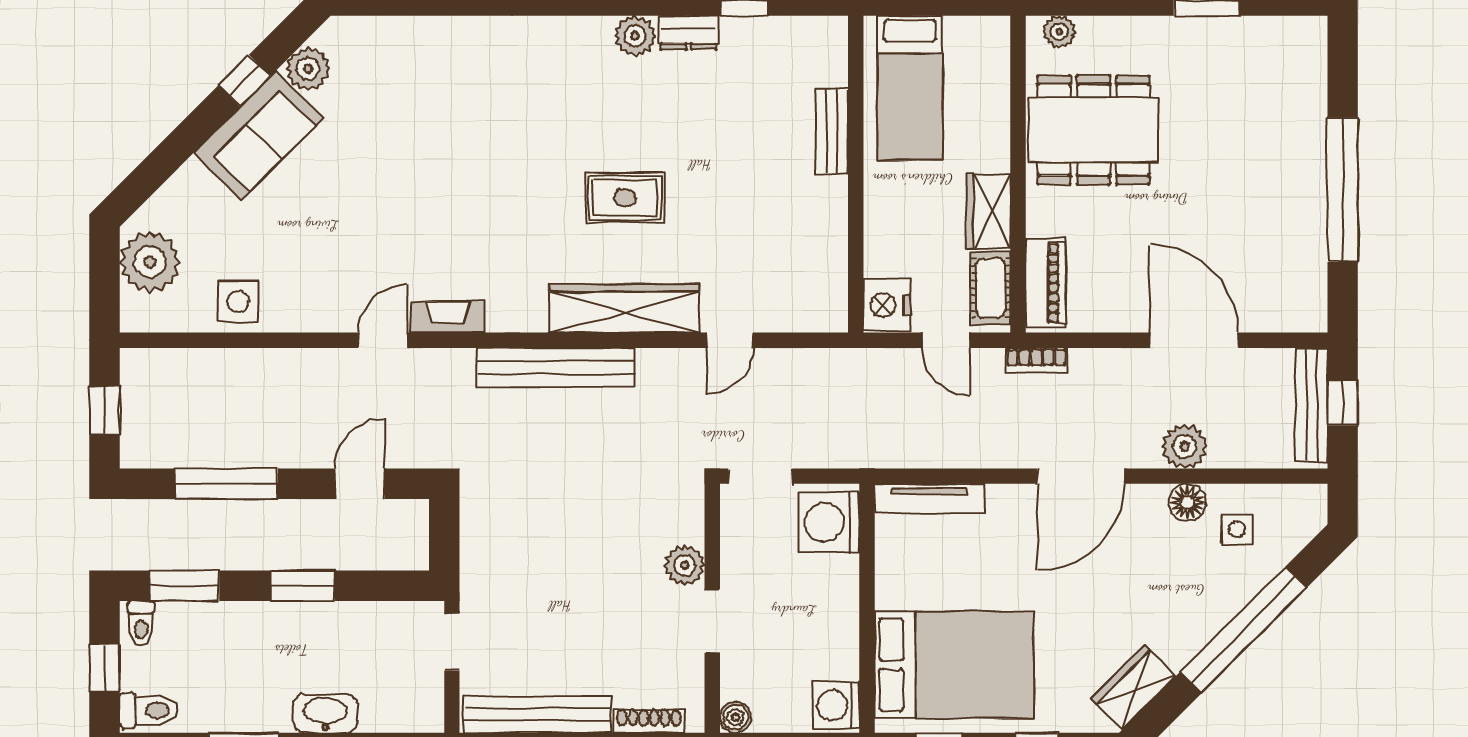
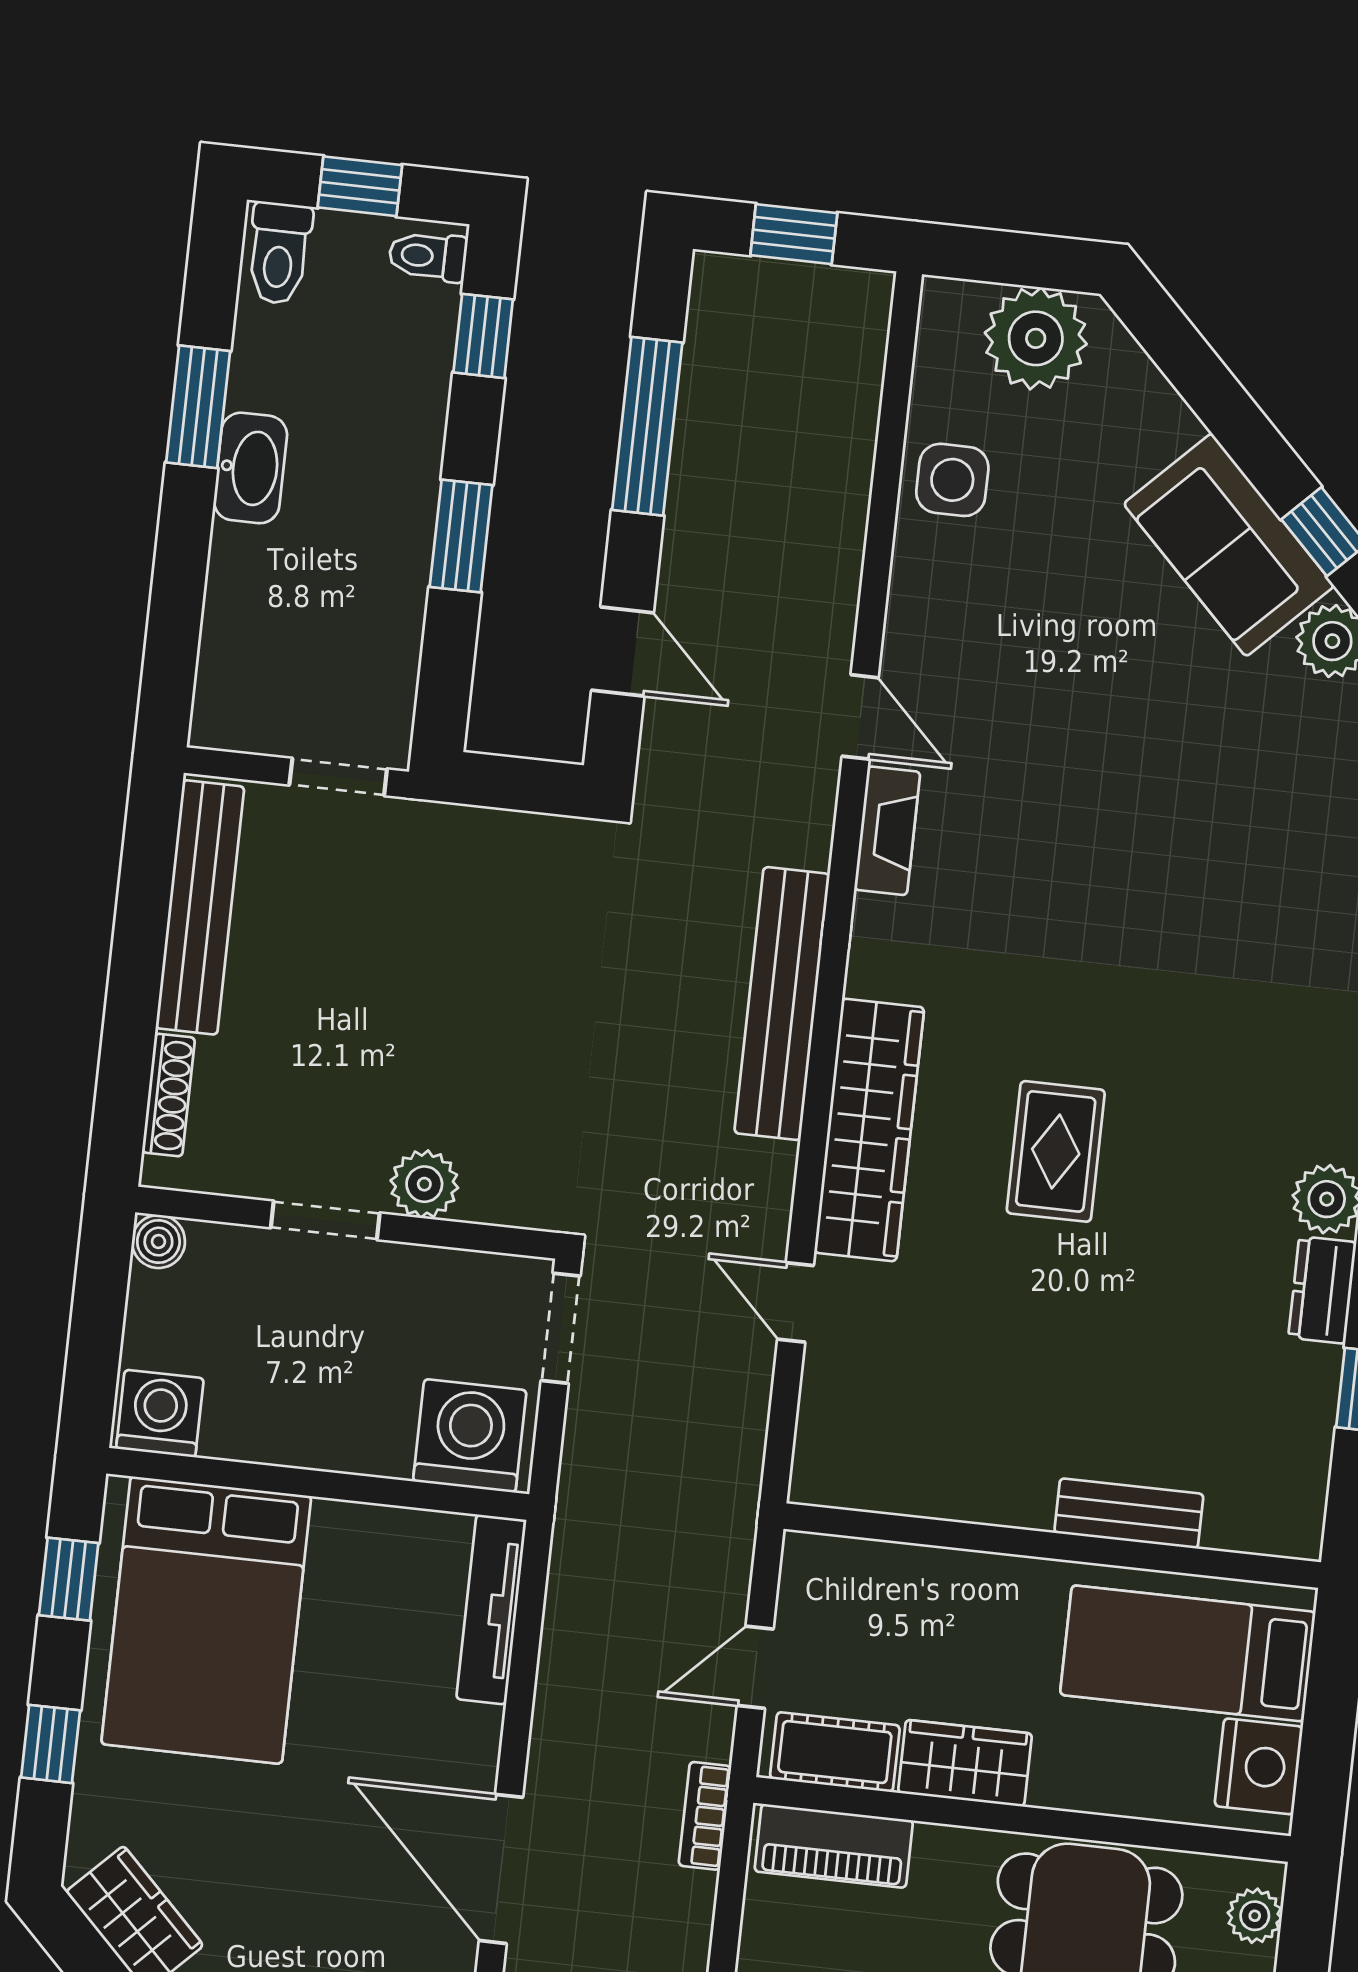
nightstand: (887, 305) -> (1259, 1766), moved, turned 90
window: (184, 586) -> (483, 336), width x0.67
washbasin: (325, 713) -> (250, 468), moved

